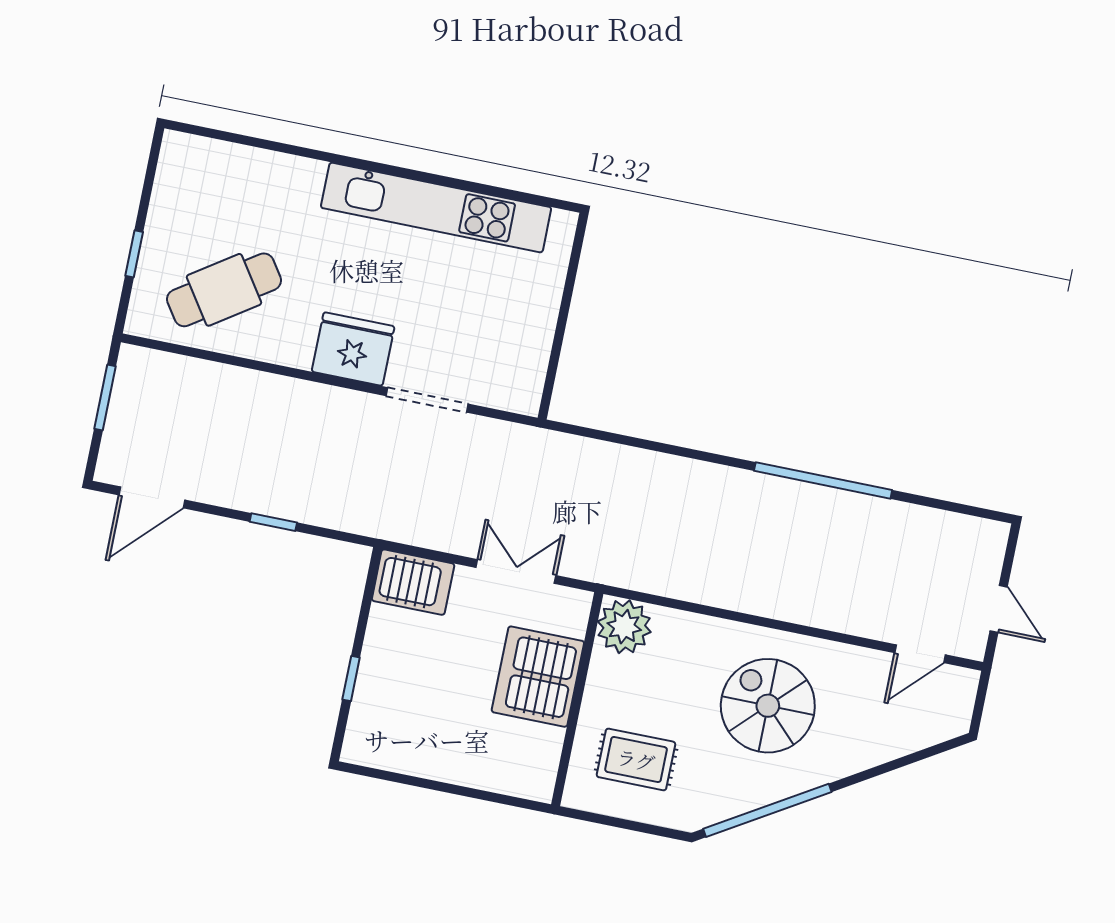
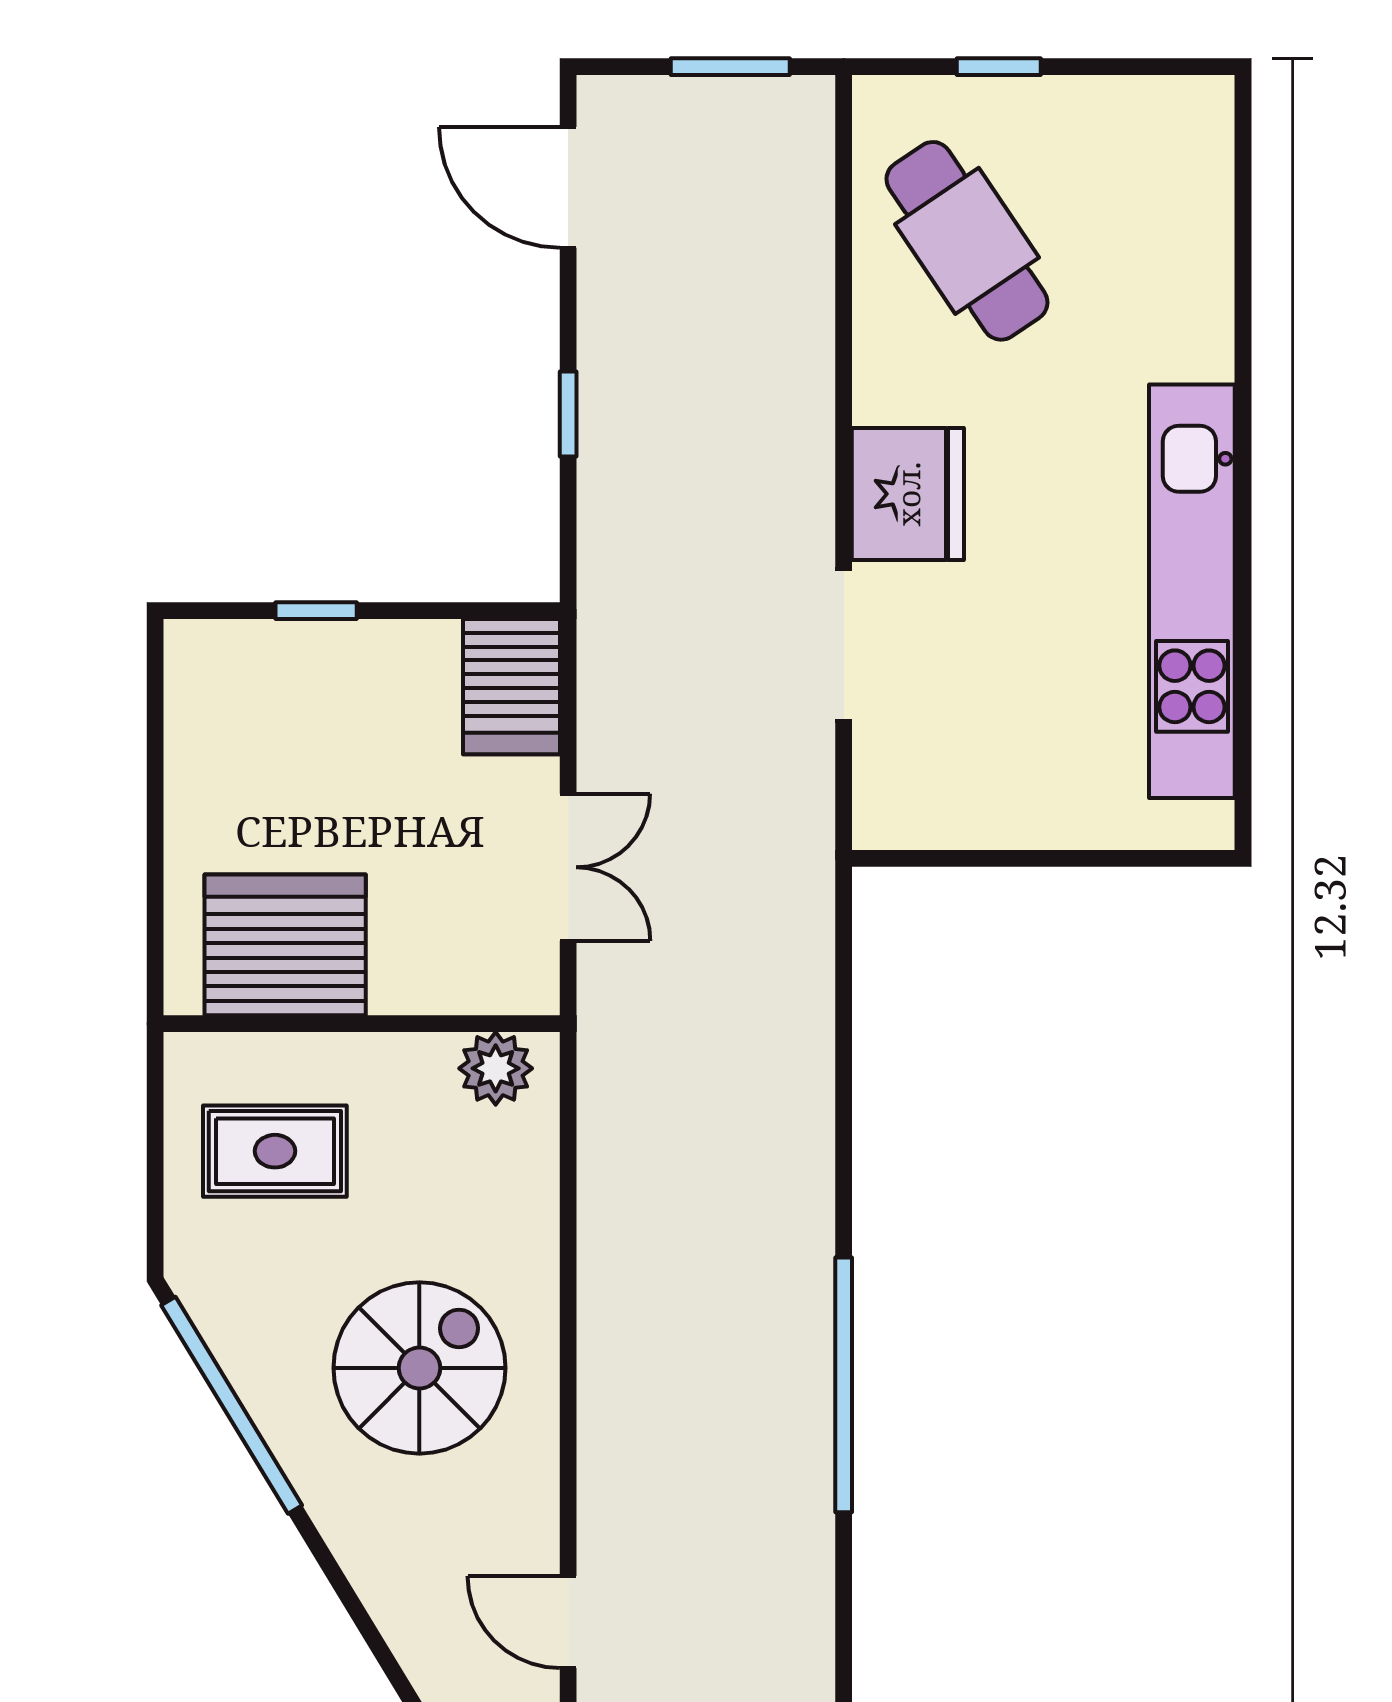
plant: (624, 627) -> (496, 1068), width x0.73, depth x0.73
server rack: (538, 677) -> (285, 945), moved
rug: (636, 759) -> (275, 1151), turned 90

